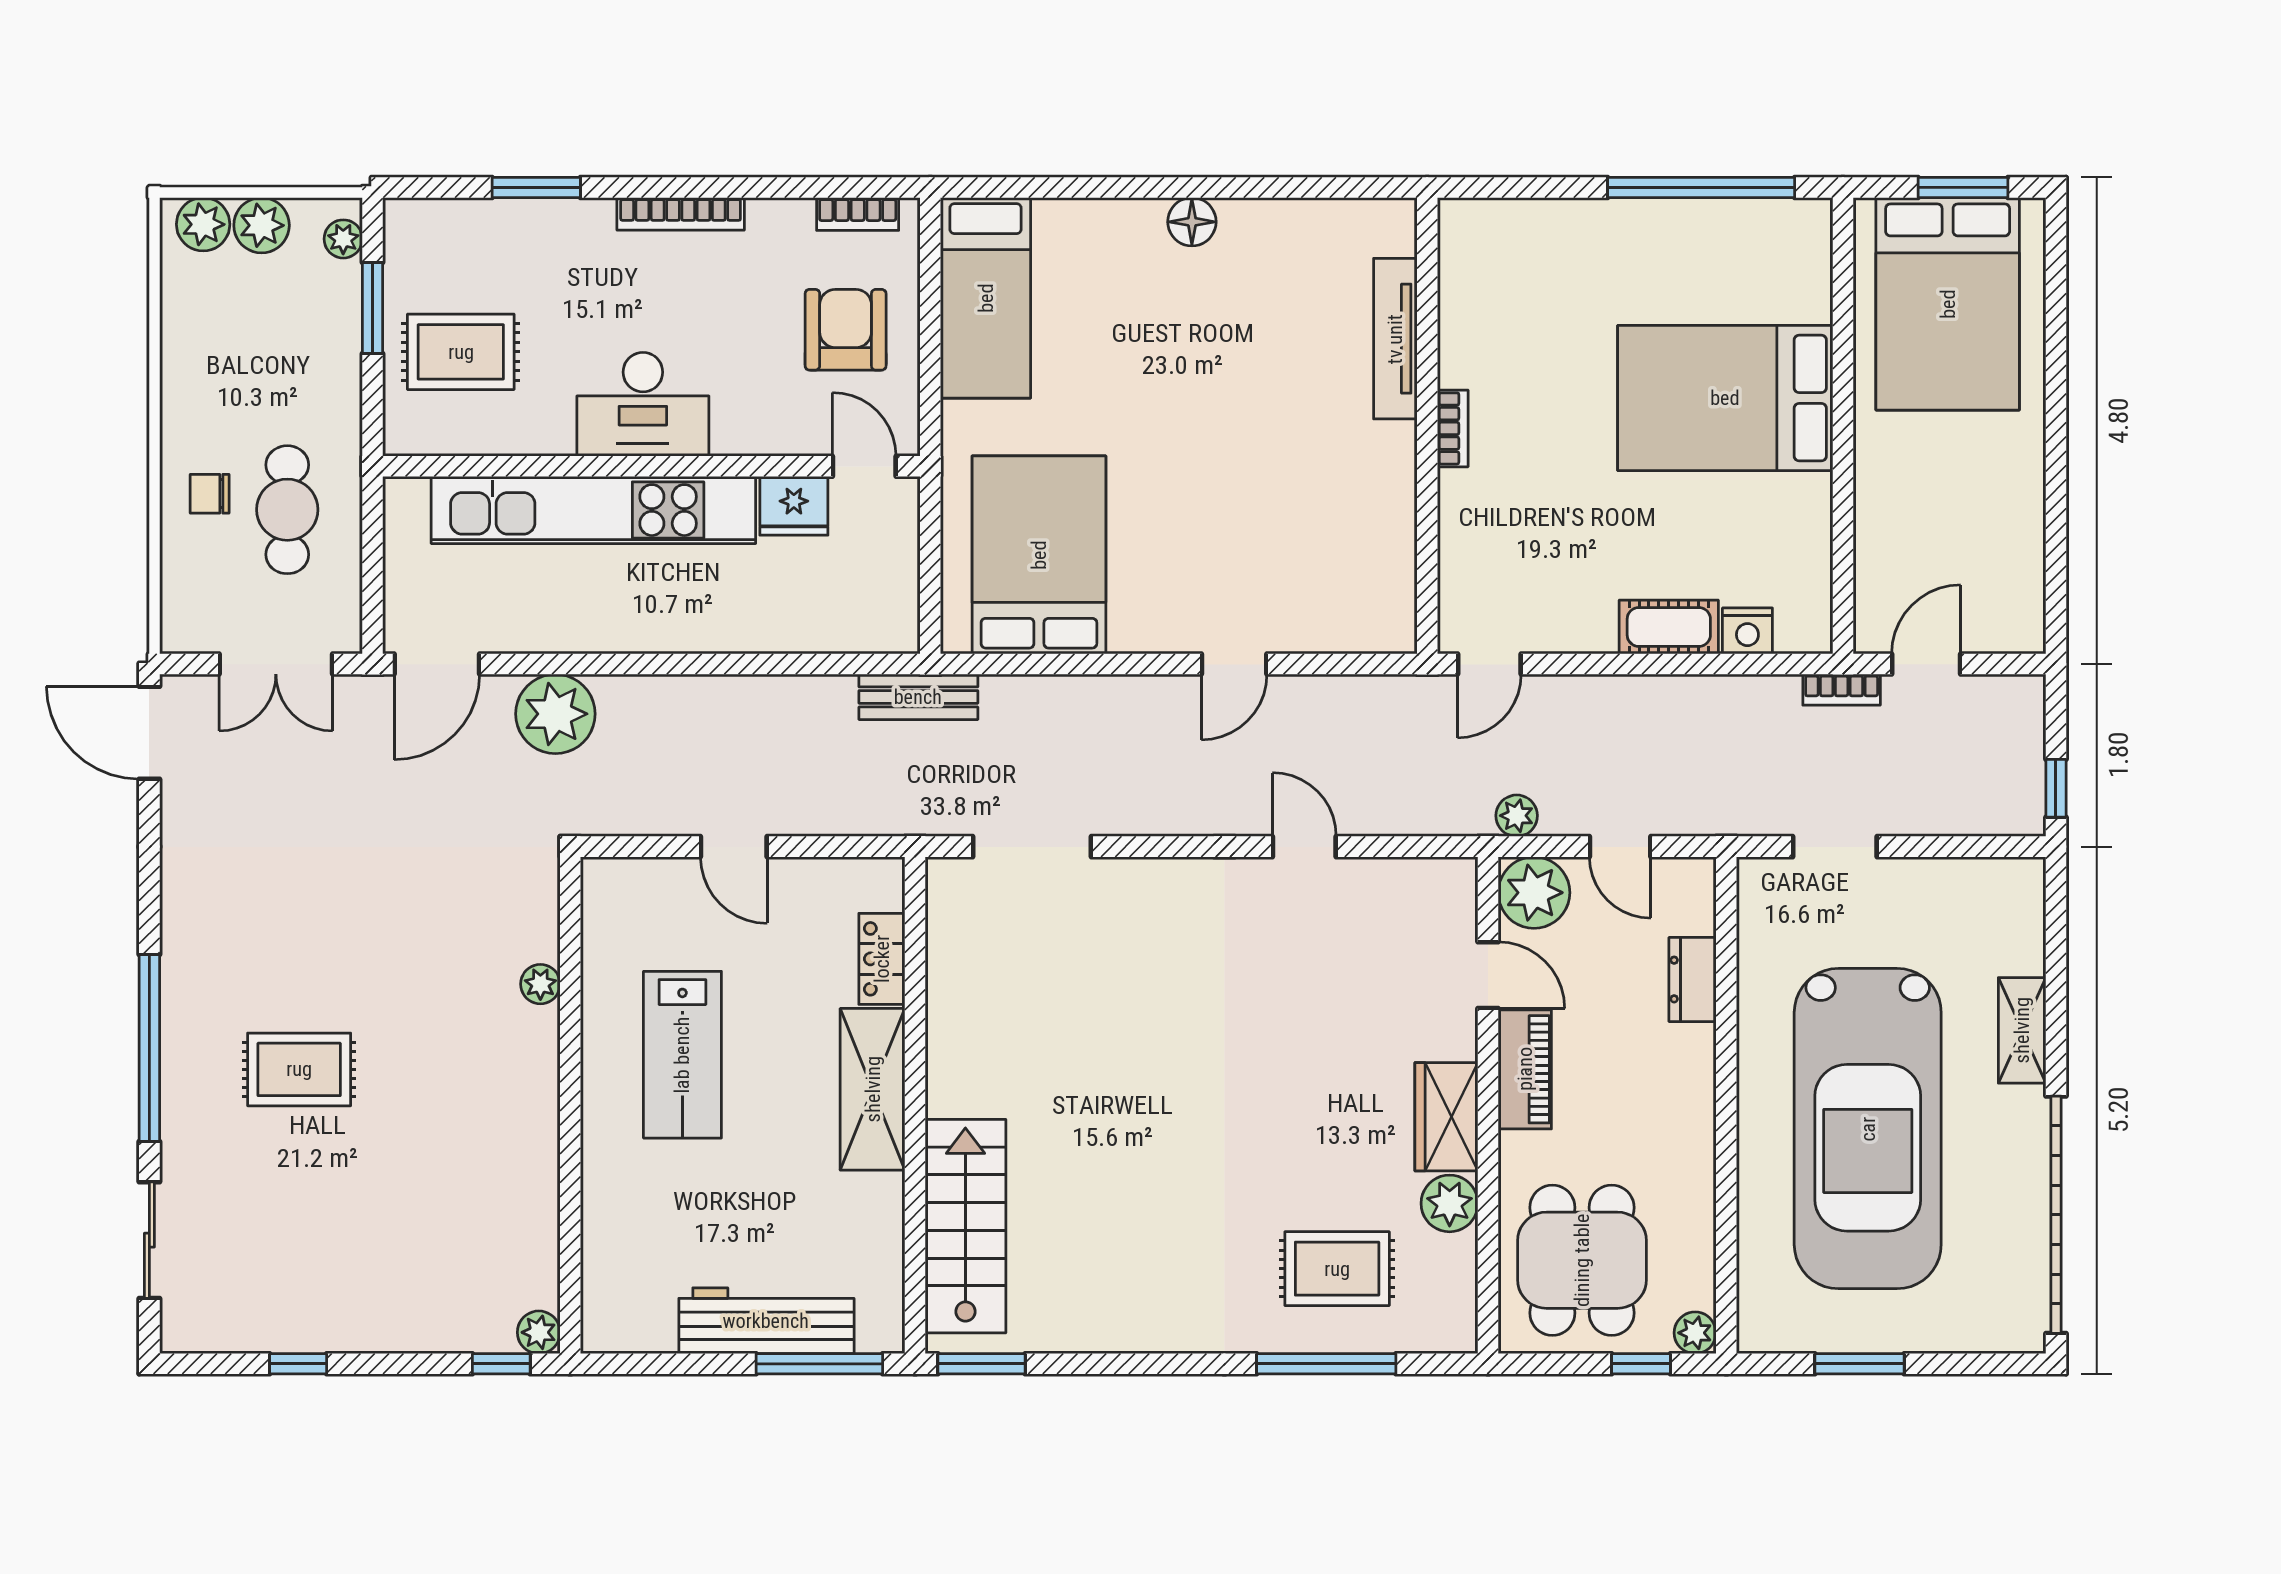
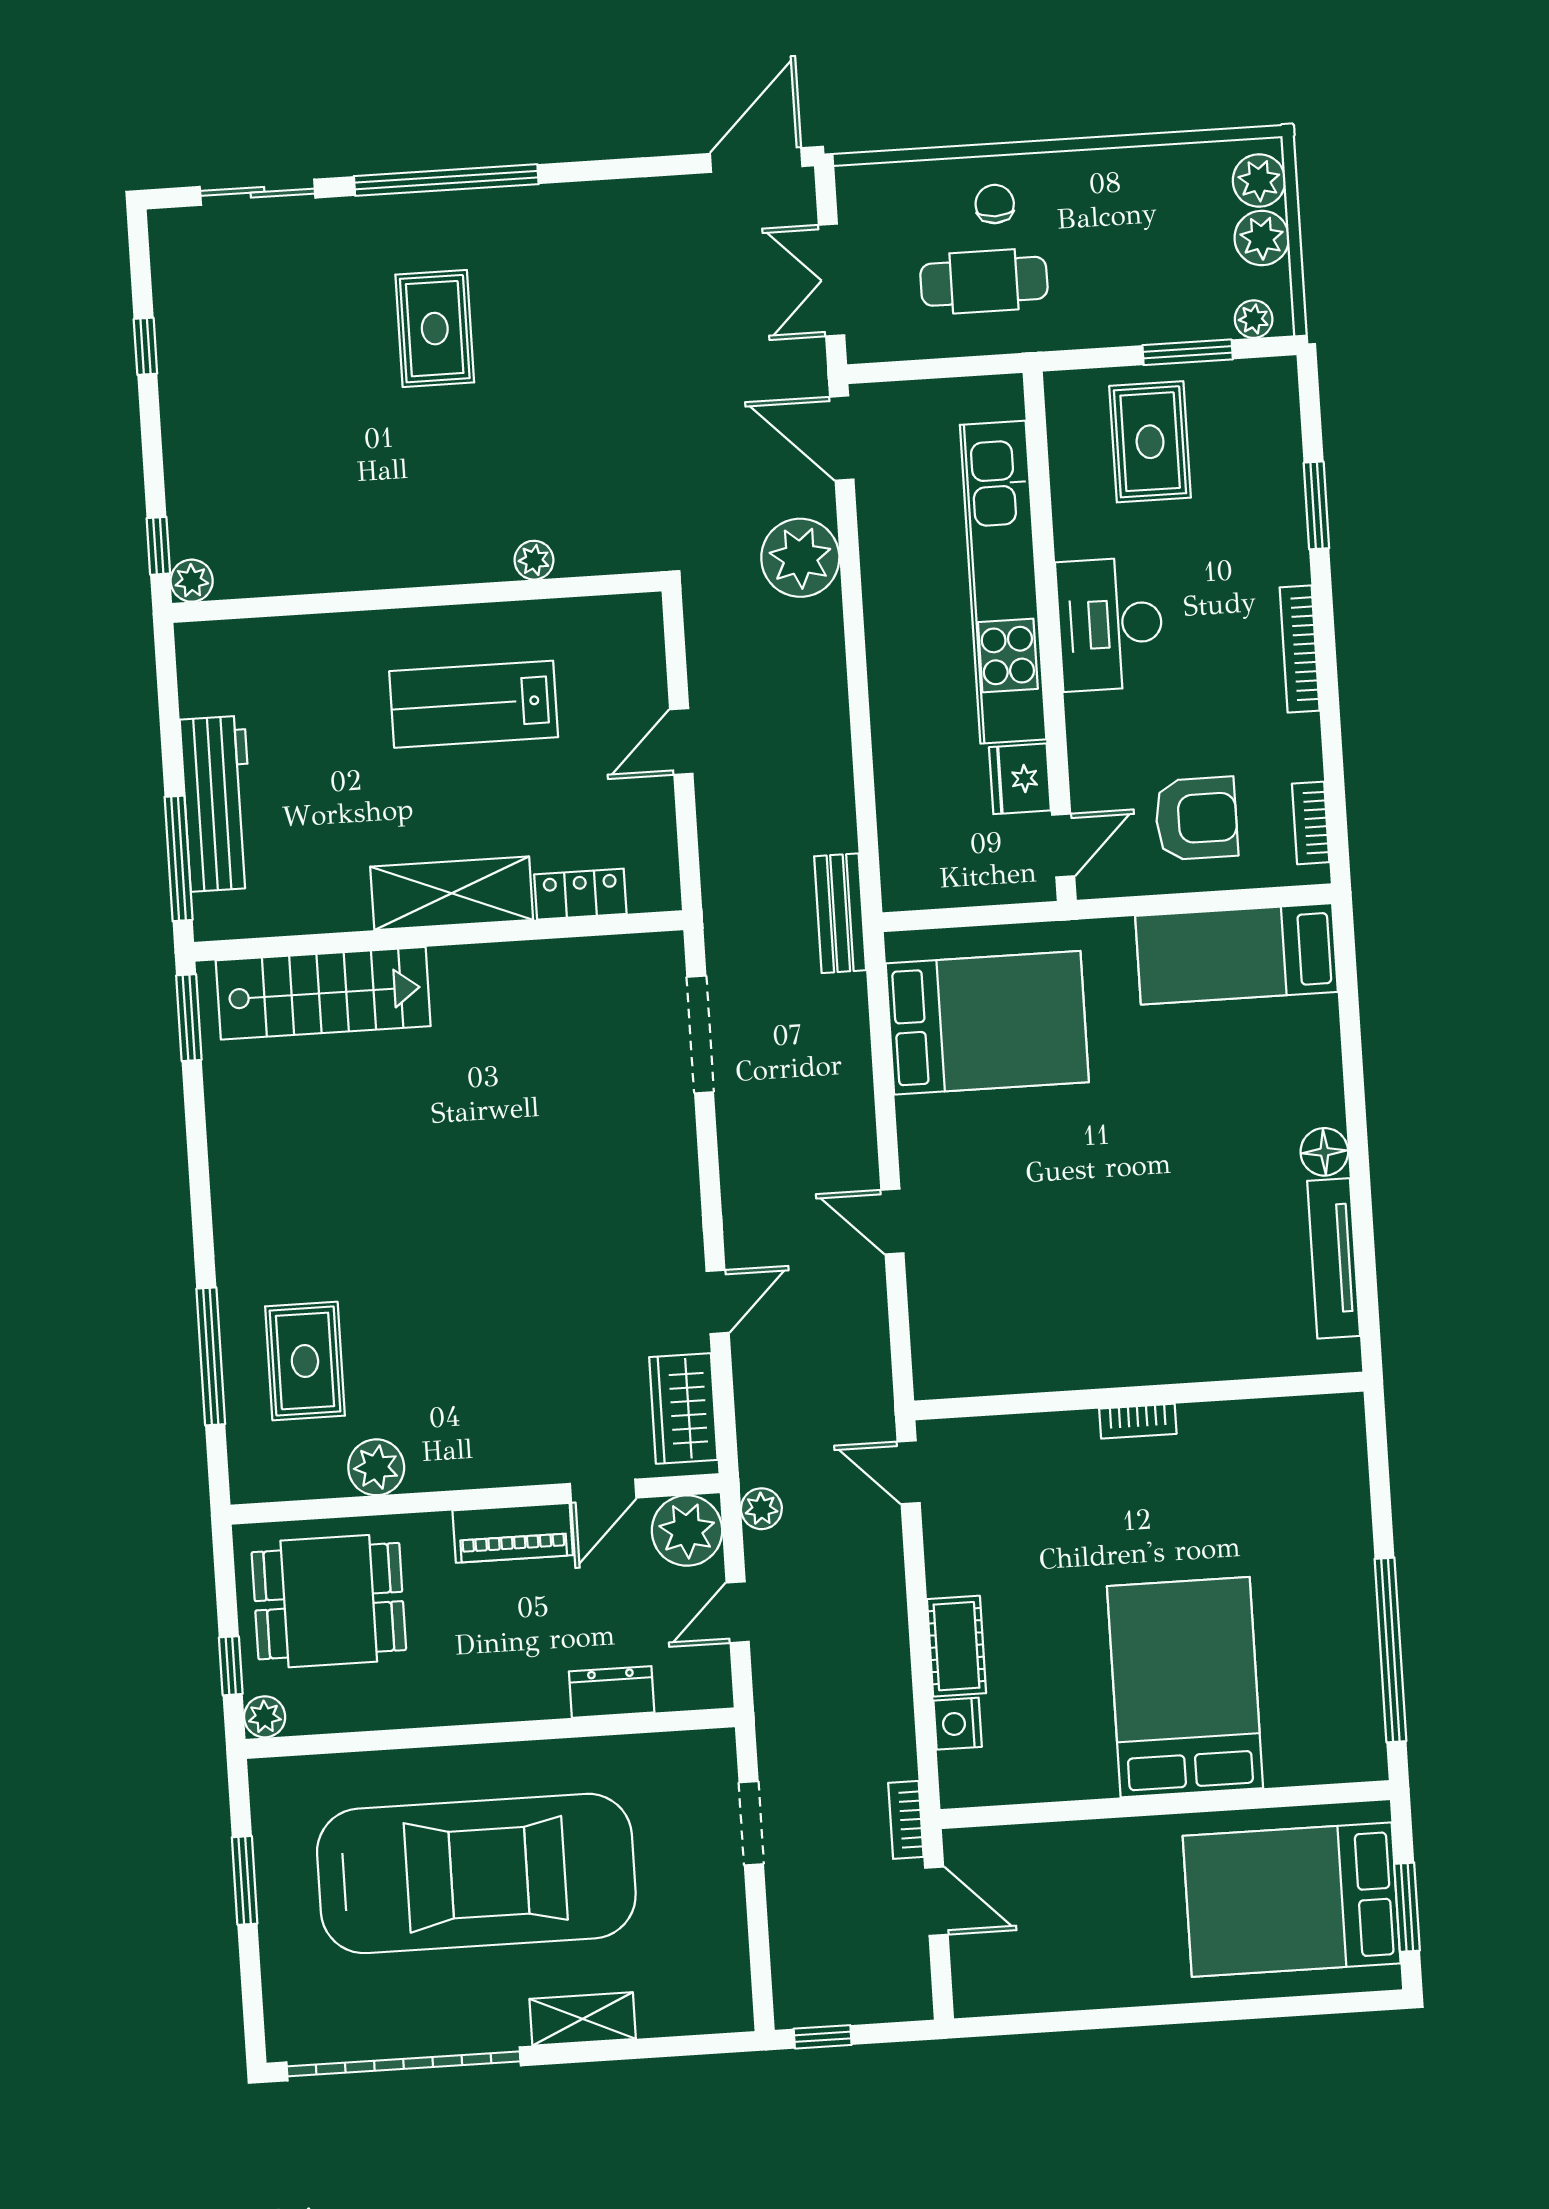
tv unit: (1395, 339) -> (1334, 1258), moved, turned -90
wardrobe: (1446, 1117) -> (683, 1409), moved, turned -90
car: (1868, 1129) -> (476, 1873), turned 180

